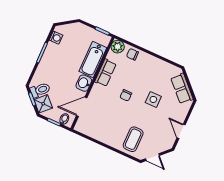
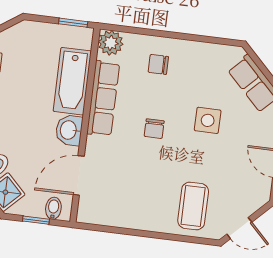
chair: (132, 54) -> (158, 64), moved
row of seats: (105, 73) -> (103, 98), width x1.48

